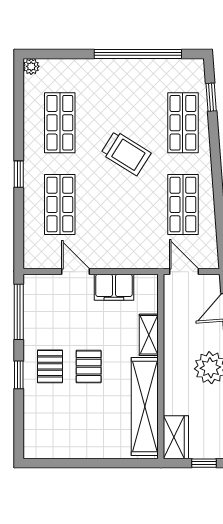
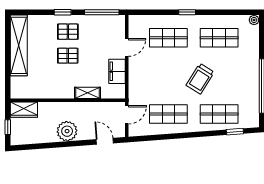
shelving: (145, 406) -> (19, 45), moved, turned 90

